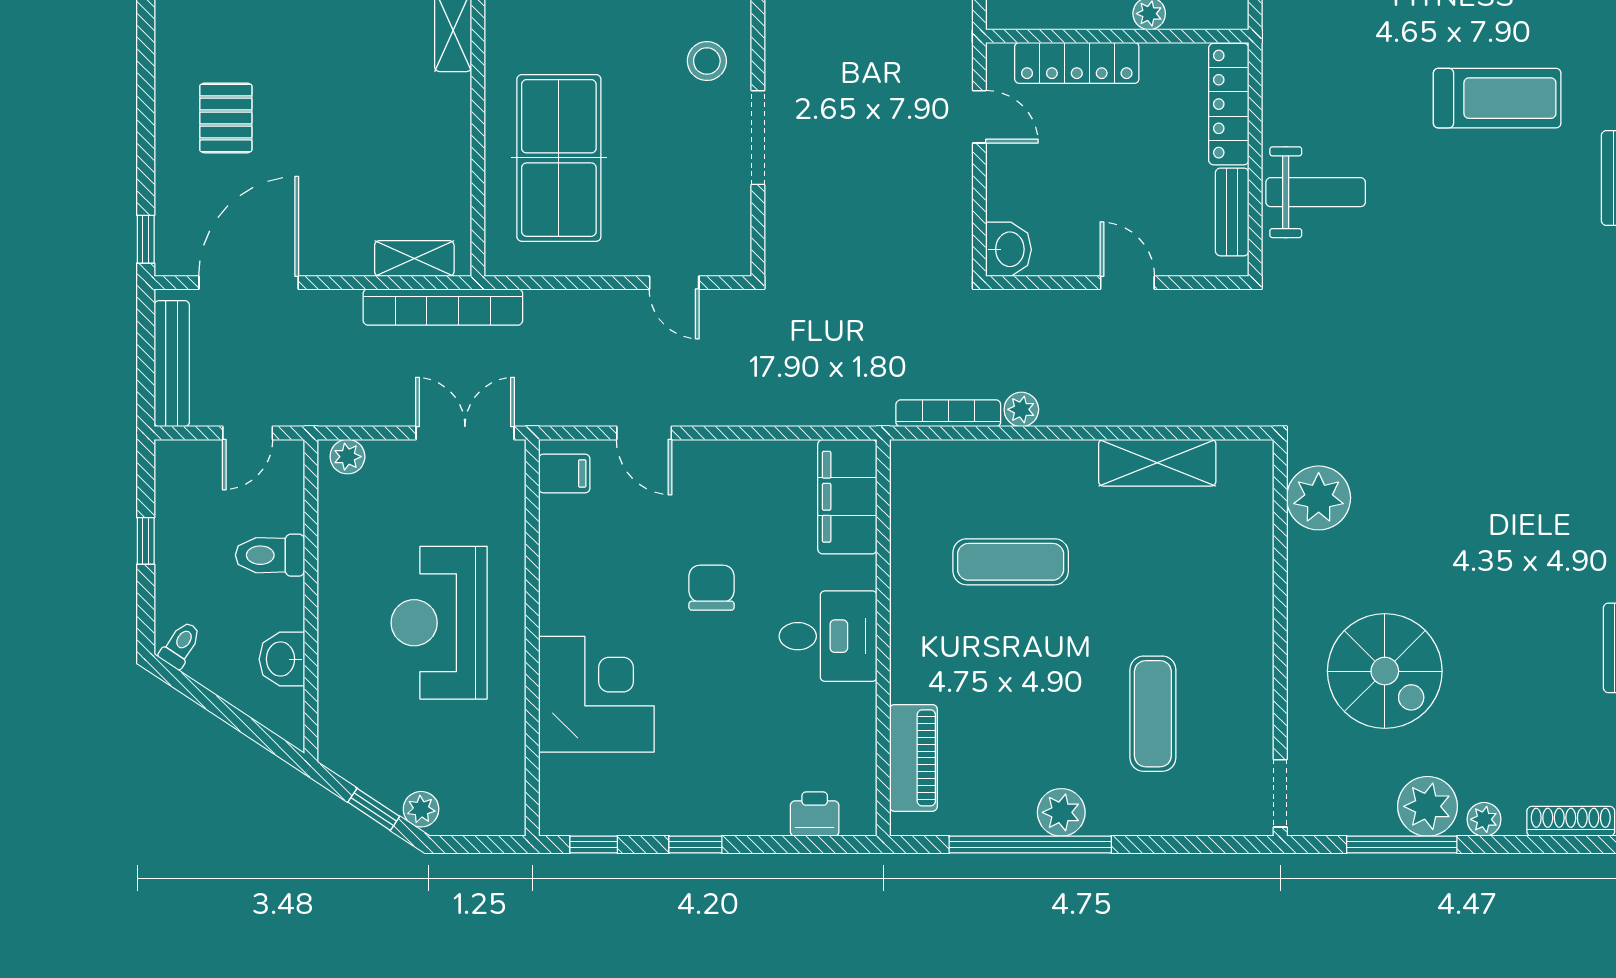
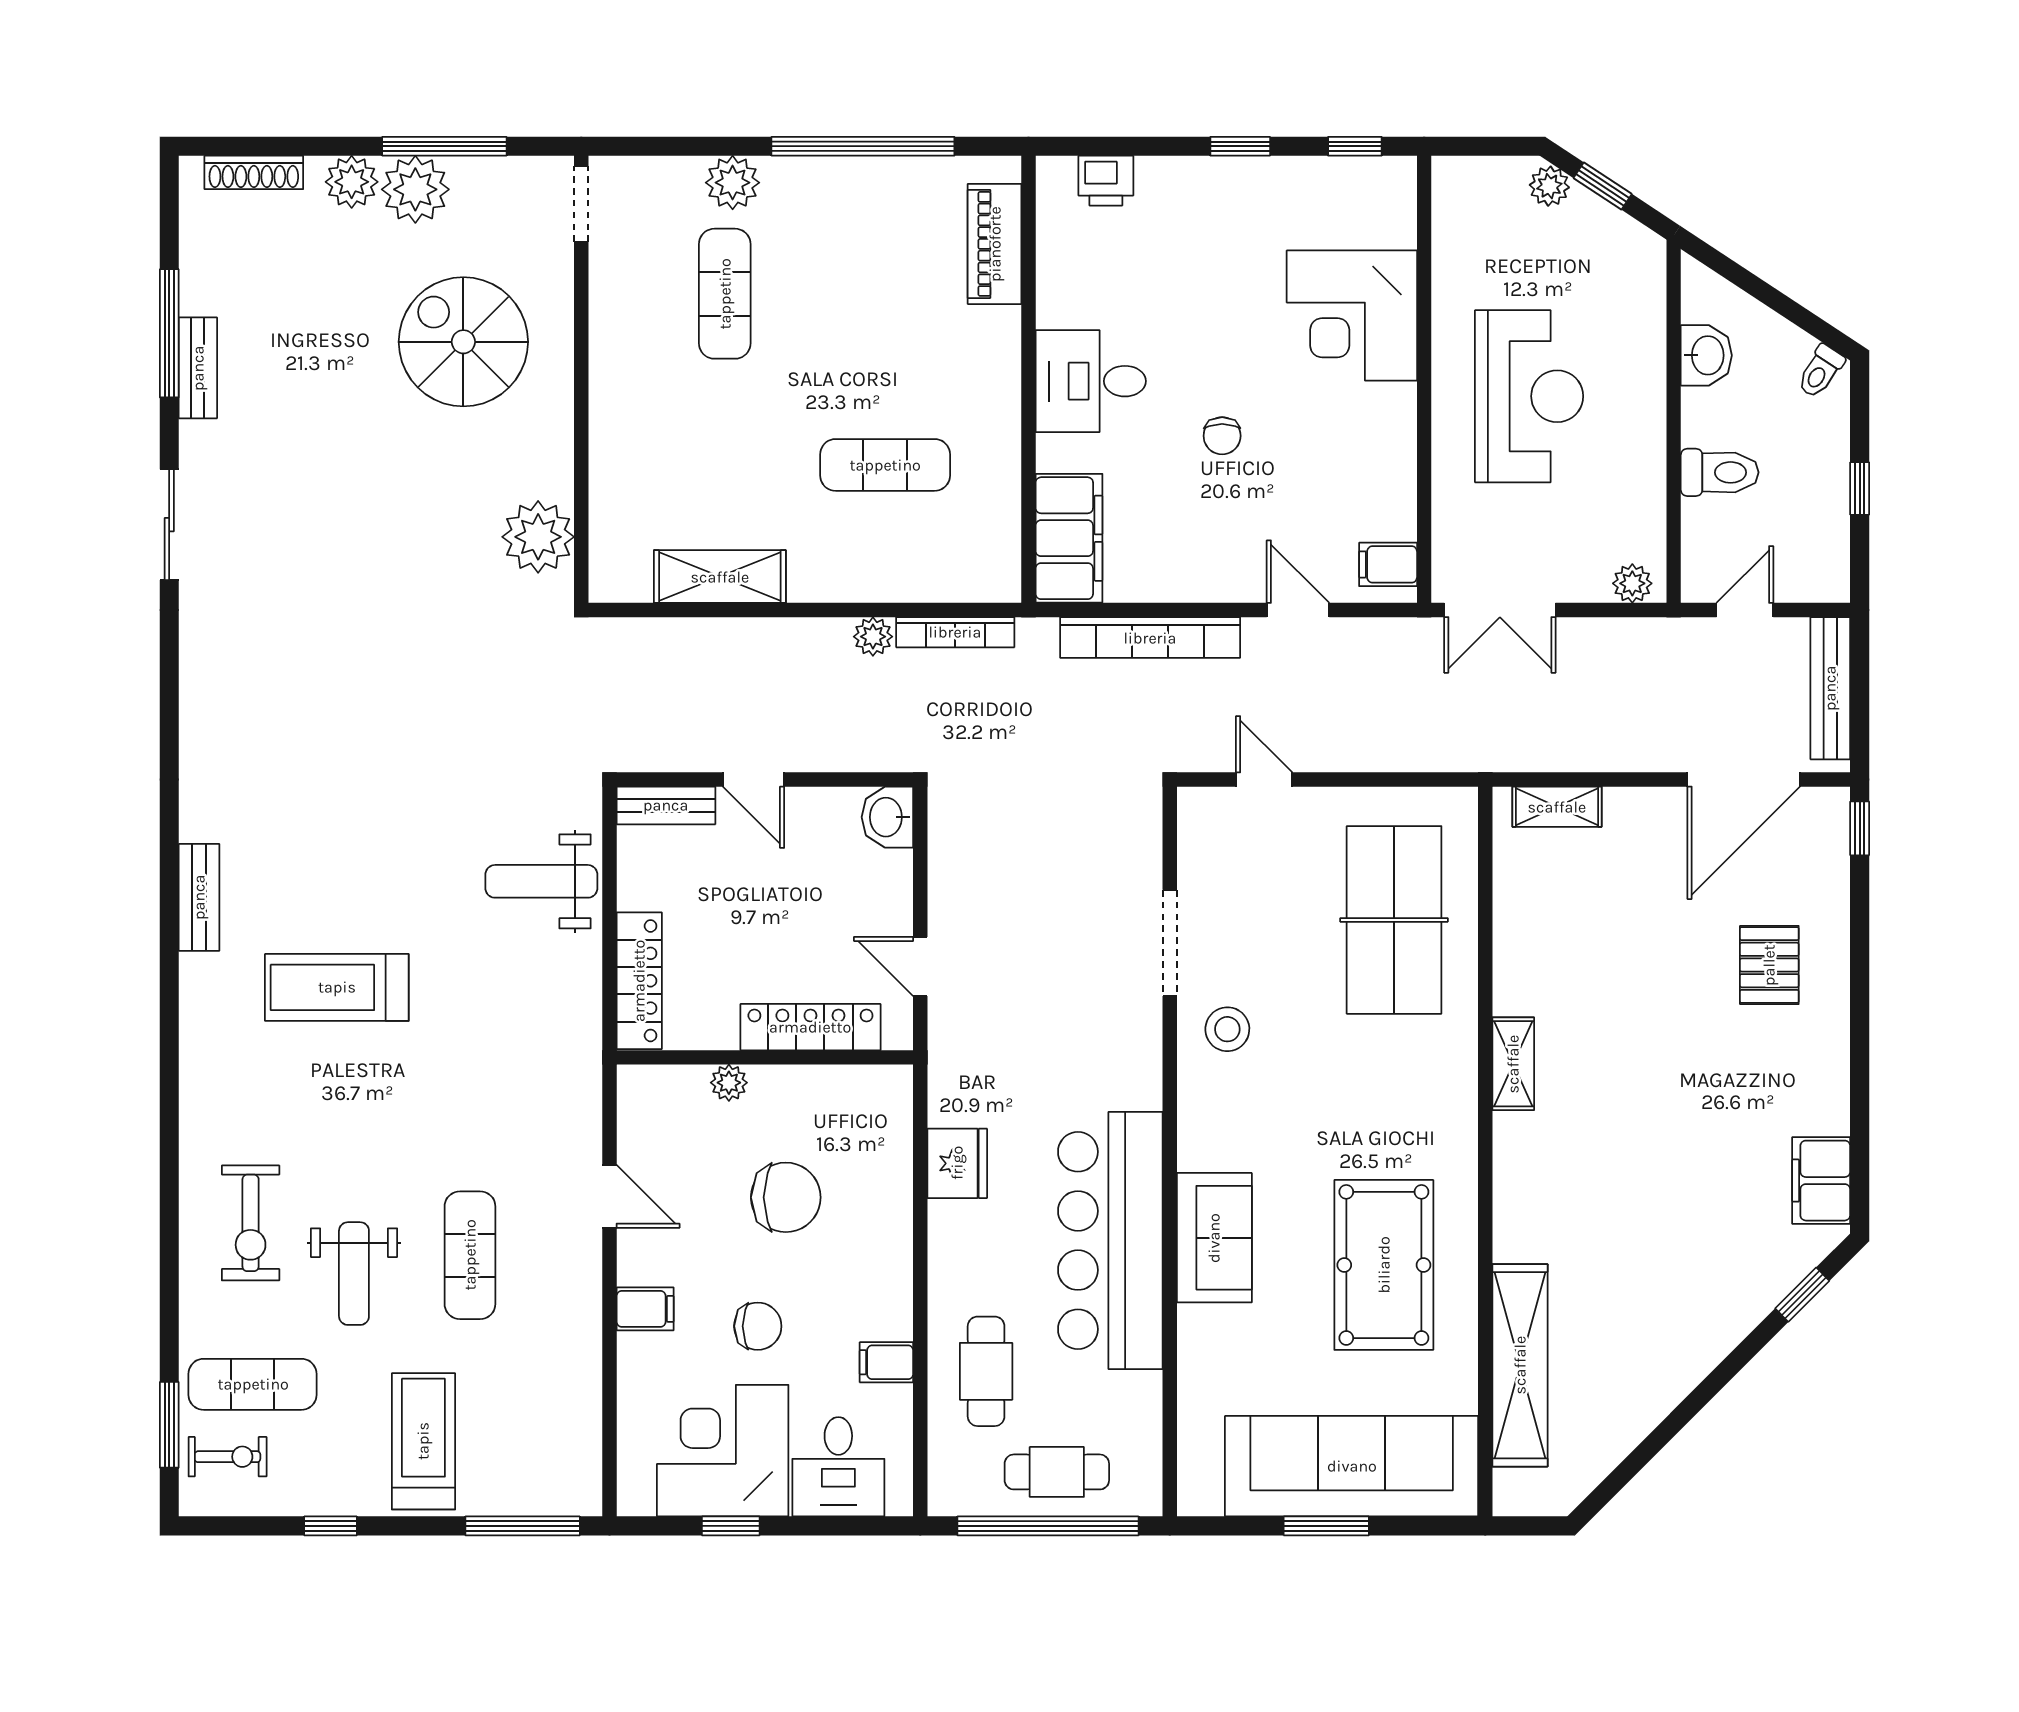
bench: (1232, 212) -> (666, 805), moved, turned 90
bookcase: (443, 307) -> (1150, 638), moved, turned 180
chair: (712, 588) -> (1222, 436), width x0.73, depth x0.73
plant: (1061, 812) -> (733, 183), moved
plant: (1484, 819) -> (352, 182), width x1.38, depth x1.38

